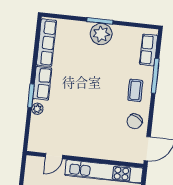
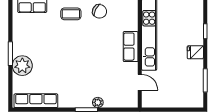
plant: (101, 34) -> (22, 66), moved
row of seats: (42, 83) -> (131, 47), moved, turned -90

